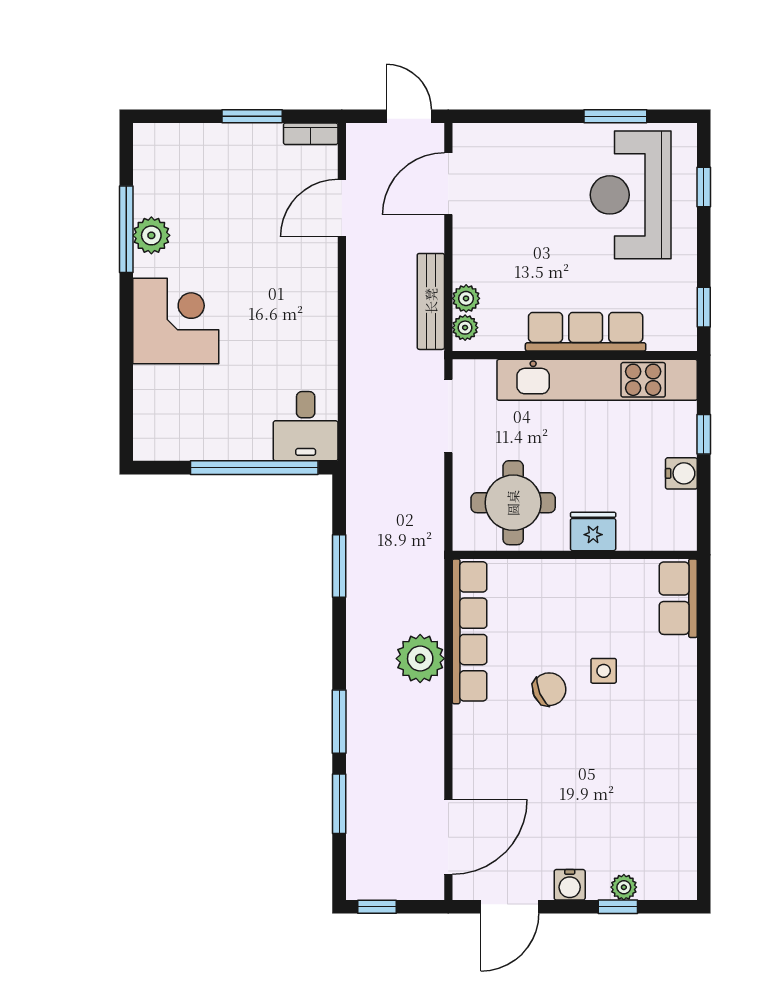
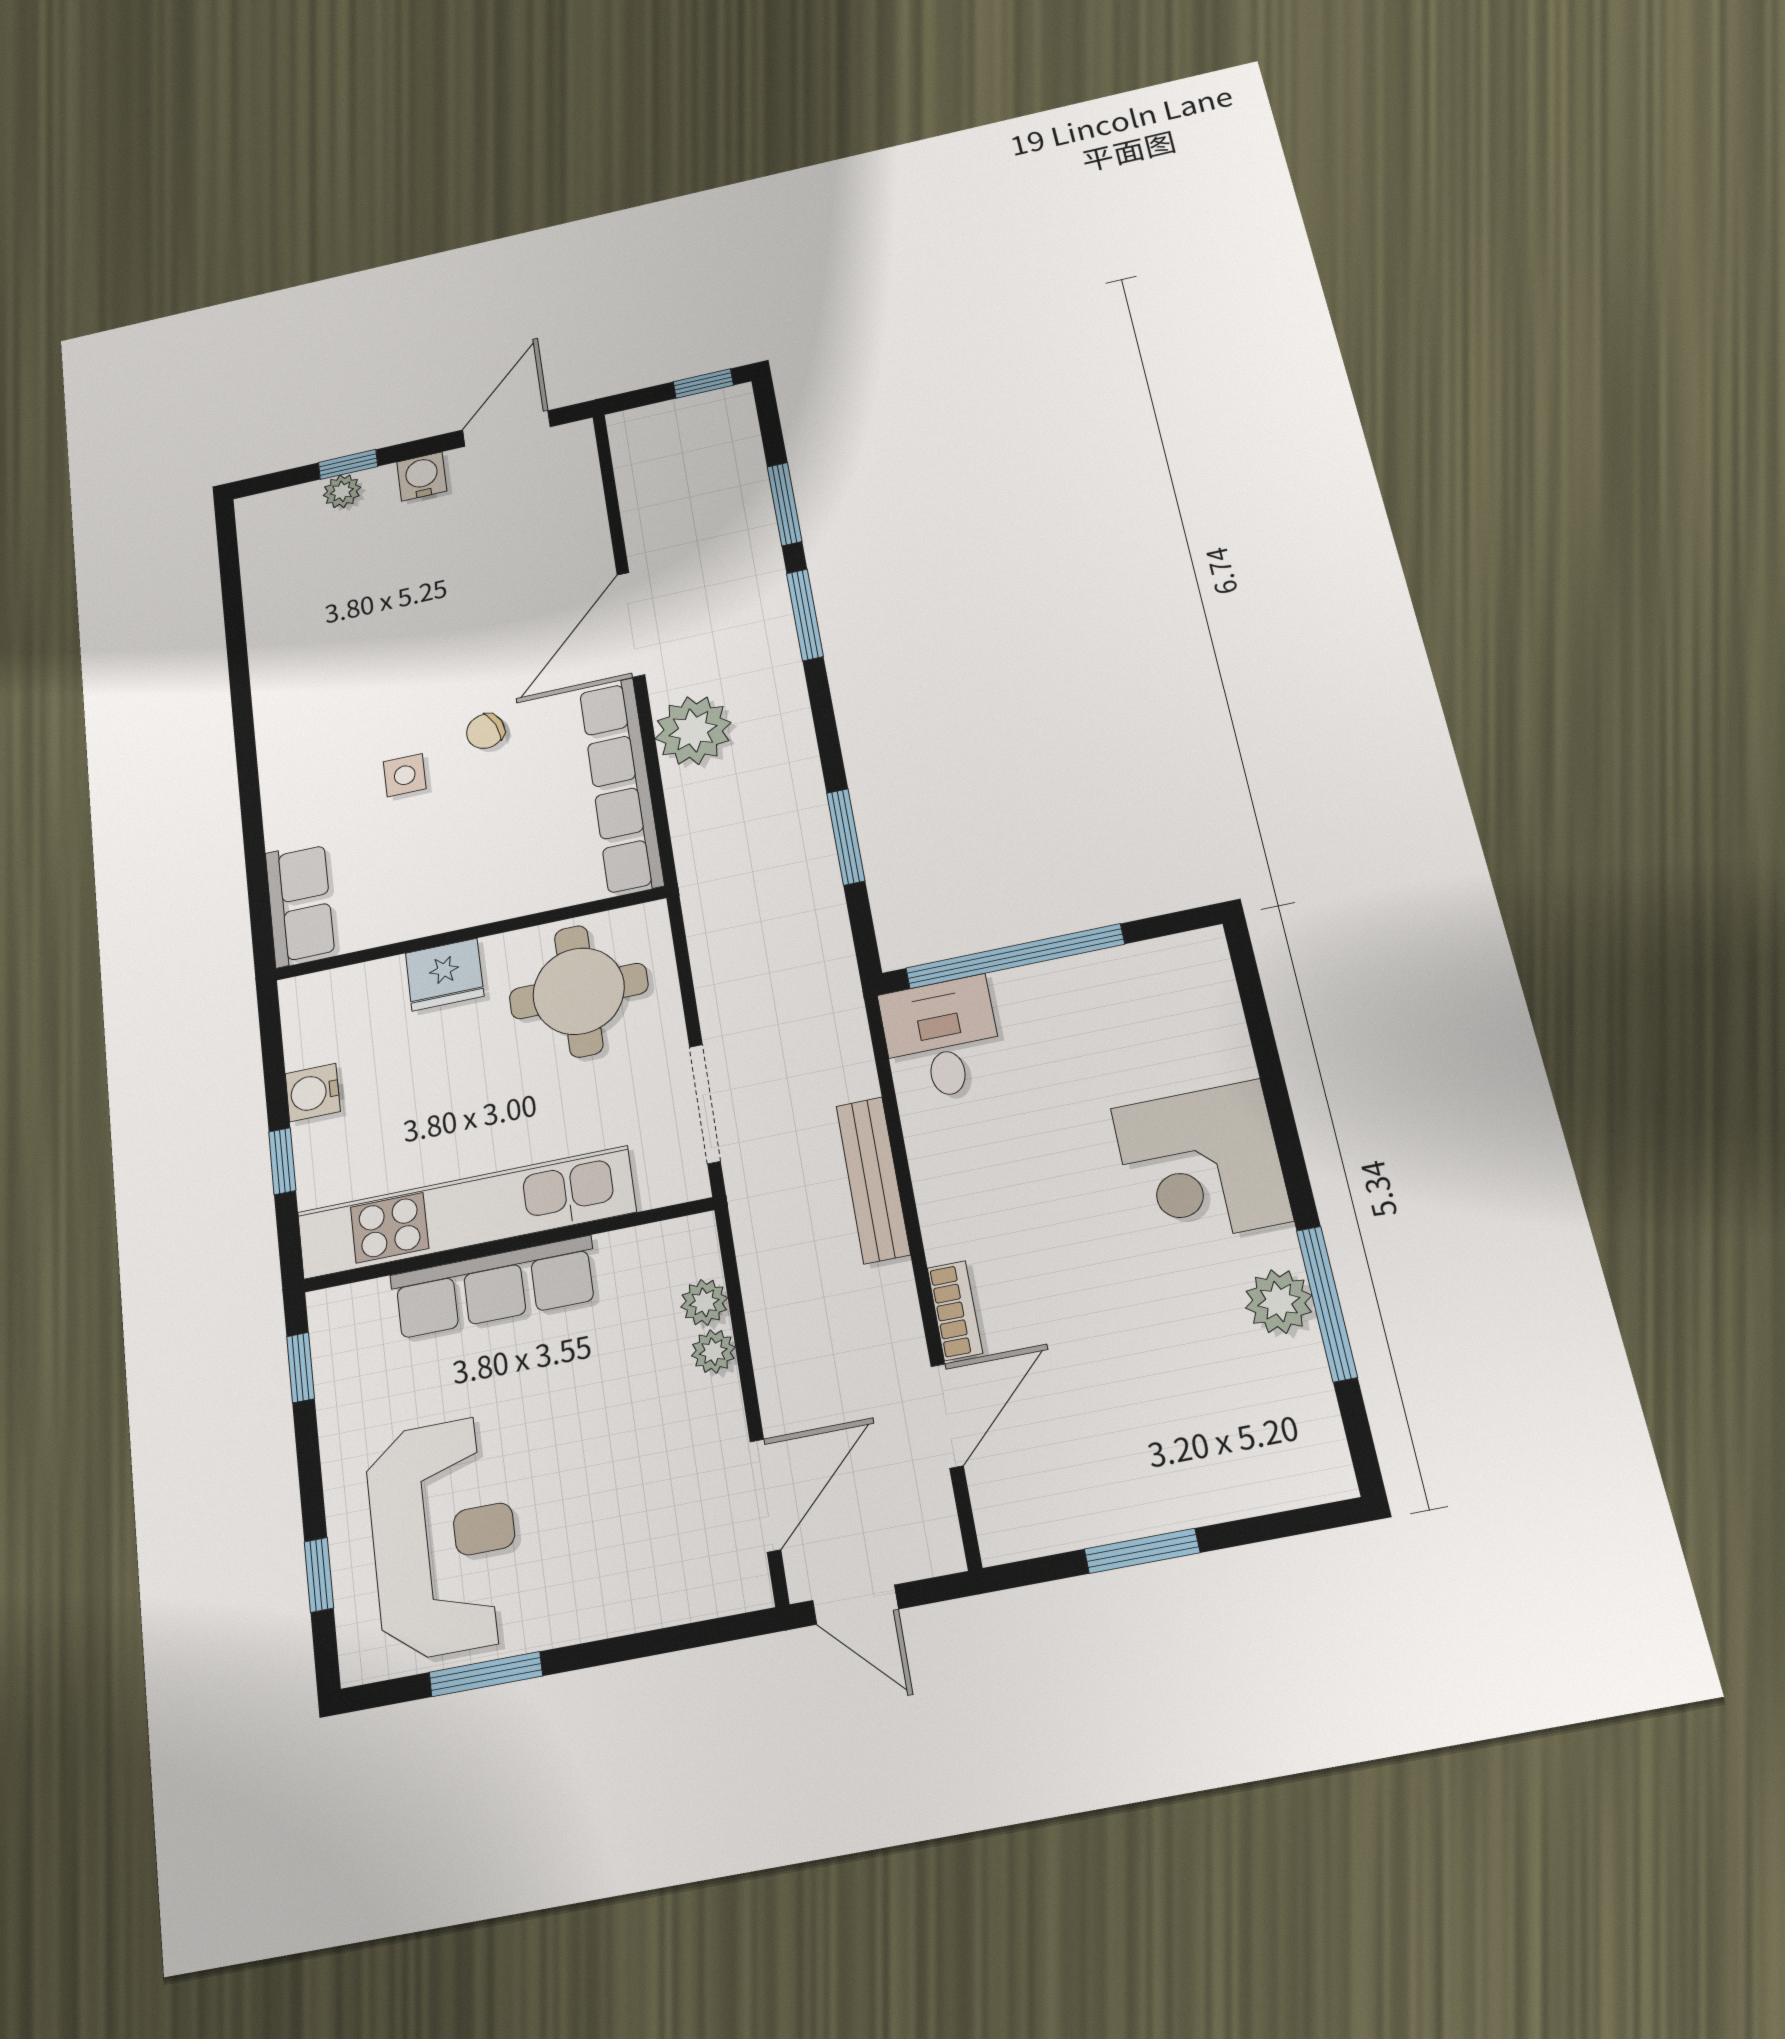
bookcase: (311, 134) -> (955, 1311), moved, turned 90
bench: (431, 301) -> (873, 1180), moved
plant: (465, 328) -> (713, 1352), moved
chair: (549, 689) -> (485, 731), width x0.73, depth x0.73
door: (448, 837) -> (631, 625), moved

